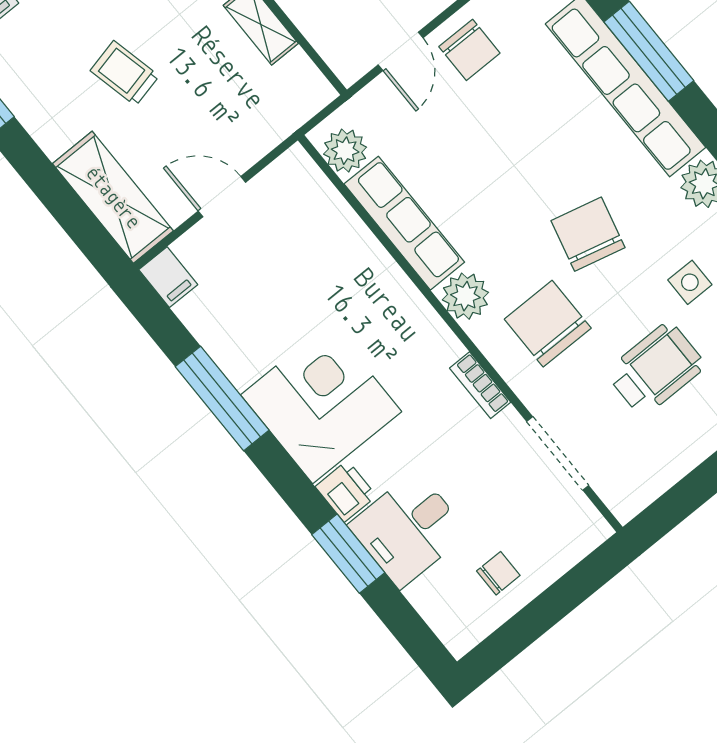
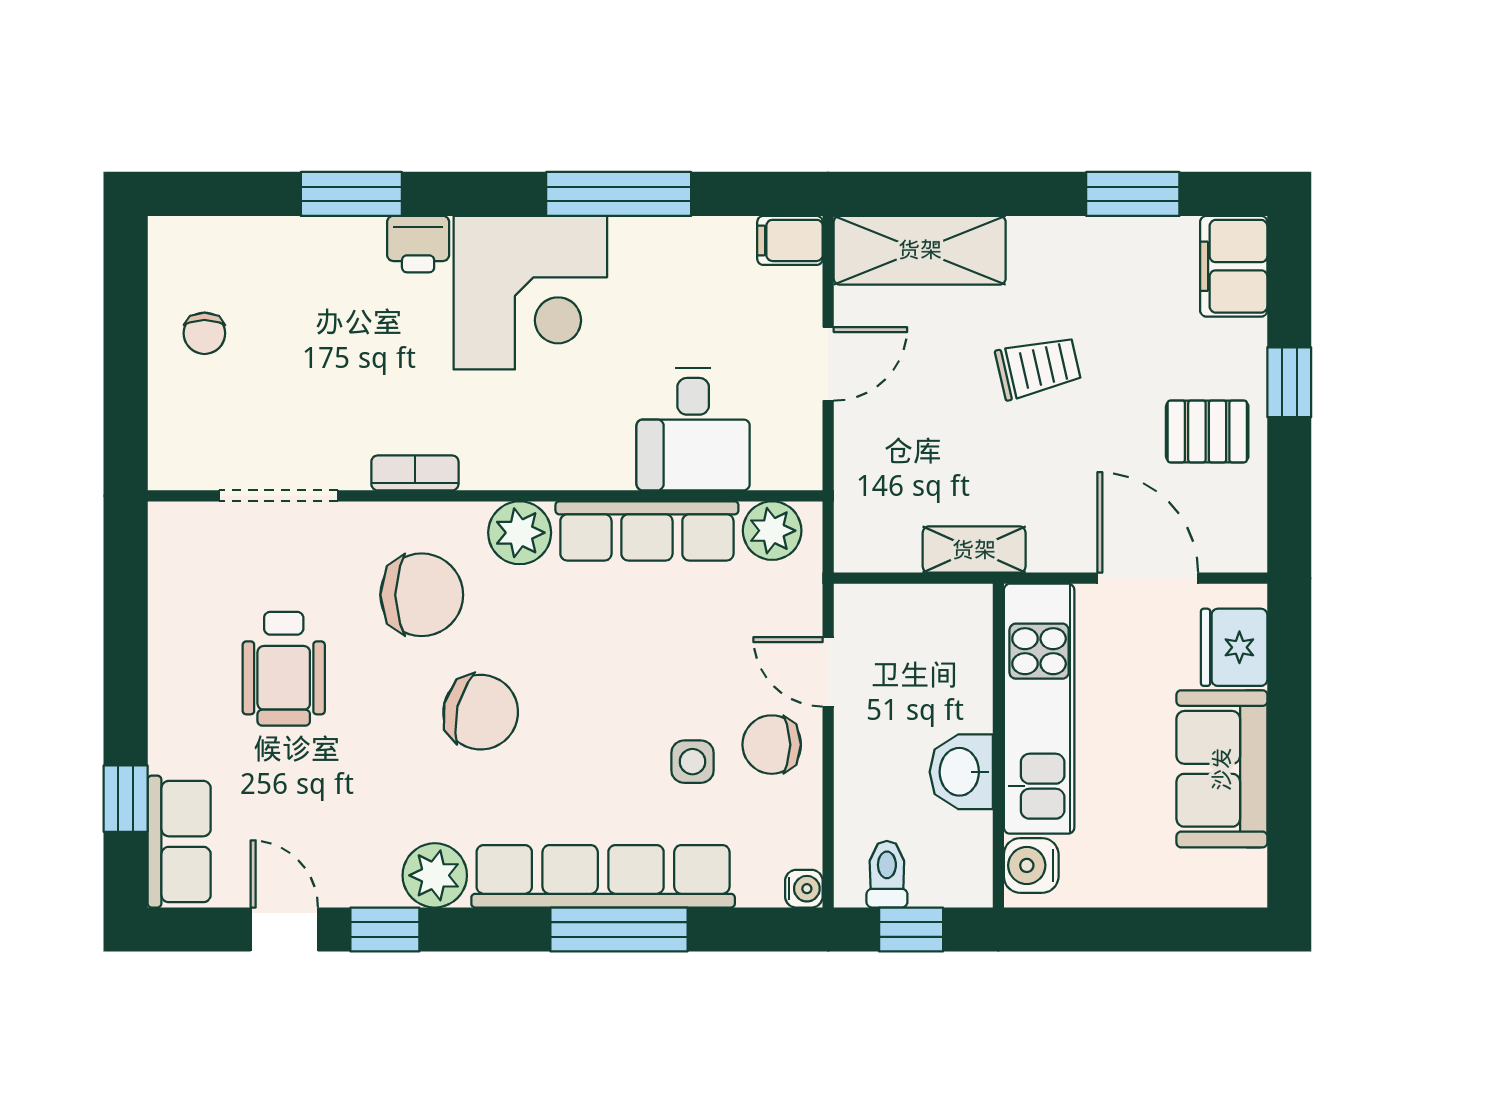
side table: (690, 282) -> (693, 762), moved
desk: (408, 529) -> (693, 429), moved, turned 180

